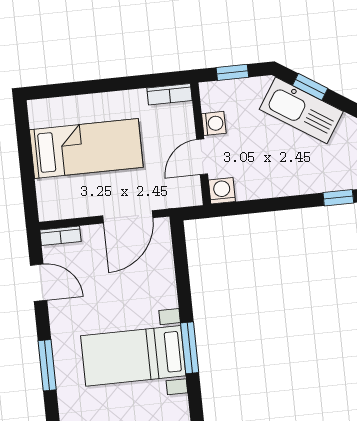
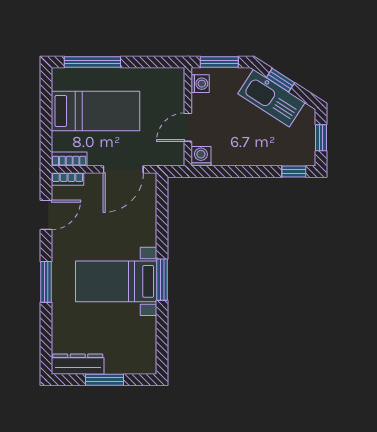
window: (232, 72) -> (219, 62), width x1.50
window: (76, 88) -> (92, 62), added
bookcase: (170, 94) -> (69, 159), moved, turned 180
washing machine: (214, 123) -> (200, 84), moved
door: (39, 283) -> (46, 215), hinge flipped

